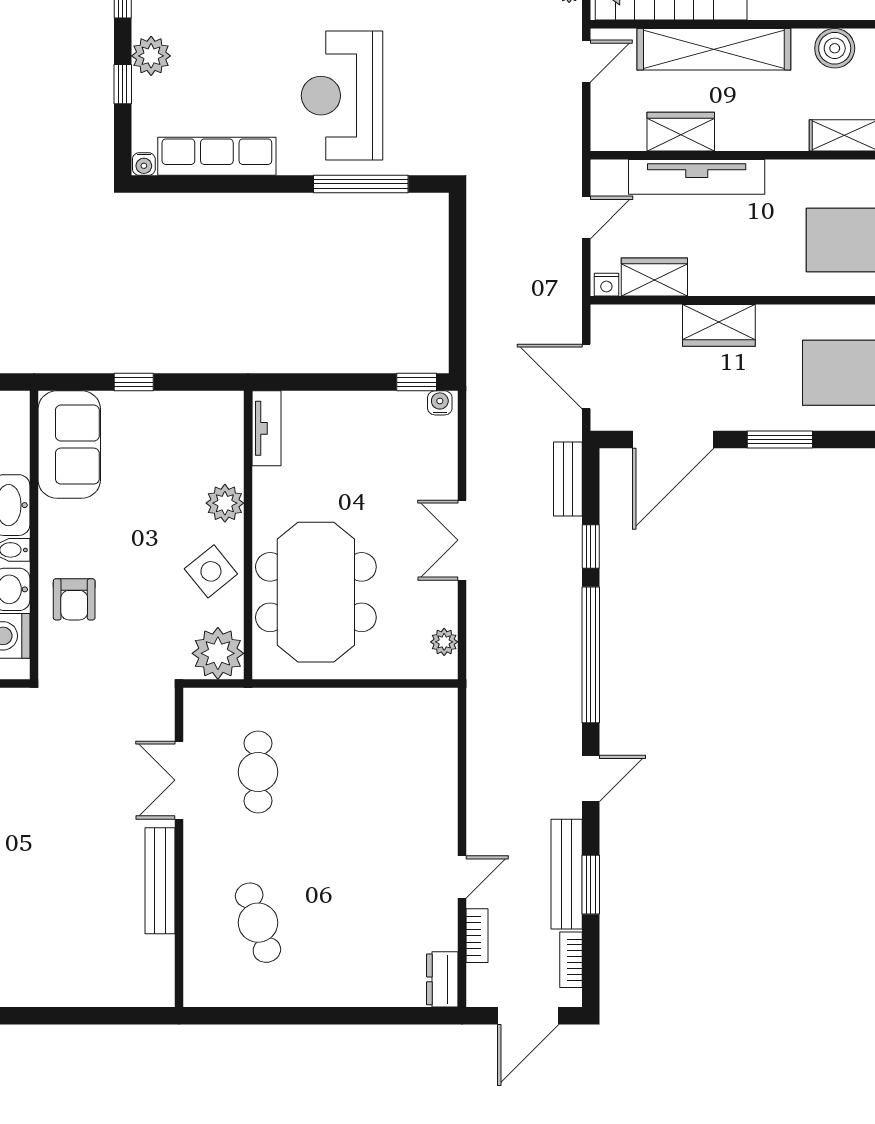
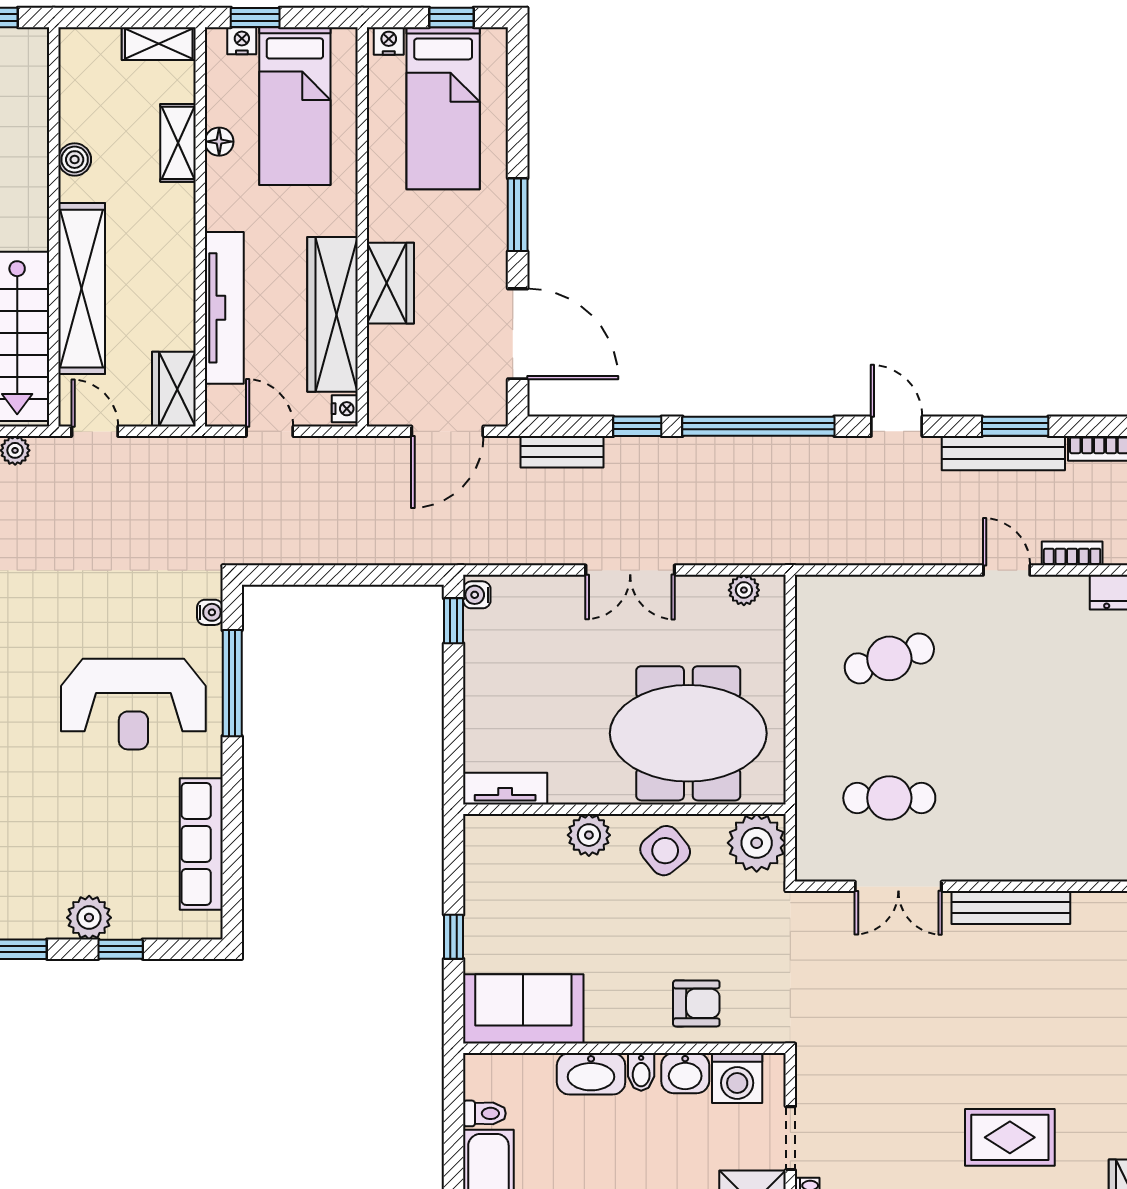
boiler: (835, 48) -> (75, 160), width x0.73, depth x0.73
wardrobe: (681, 132) -> (174, 389), moved
water cooler: (144, 164) -> (210, 612), moved
floor lamp: (845, 172) -> (219, 142), added
wardrobe: (654, 277) -> (332, 314), width x2.10, depth x1.17
cafe table: (258, 923) -> (889, 658), moved

